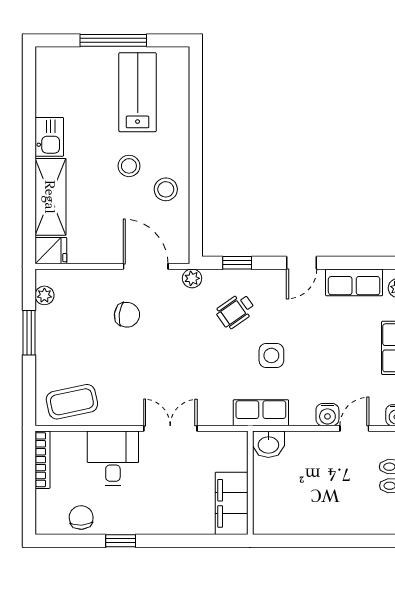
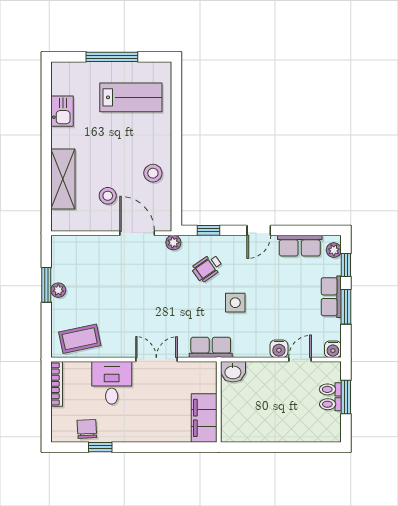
lab bench: (138, 92) -> (131, 97), turned 90
kitchen sink: (49, 137) -> (62, 111), moved
stool: (129, 166) -> (108, 196), moved
fridge: (51, 251) -> (63, 221), removed
plant: (44, 295) -> (58, 290), moved
chair: (127, 315) -> (123, 271), removed
row of seats: (261, 413) -> (211, 347), moved
window: (121, 541) -> (100, 447), moved

